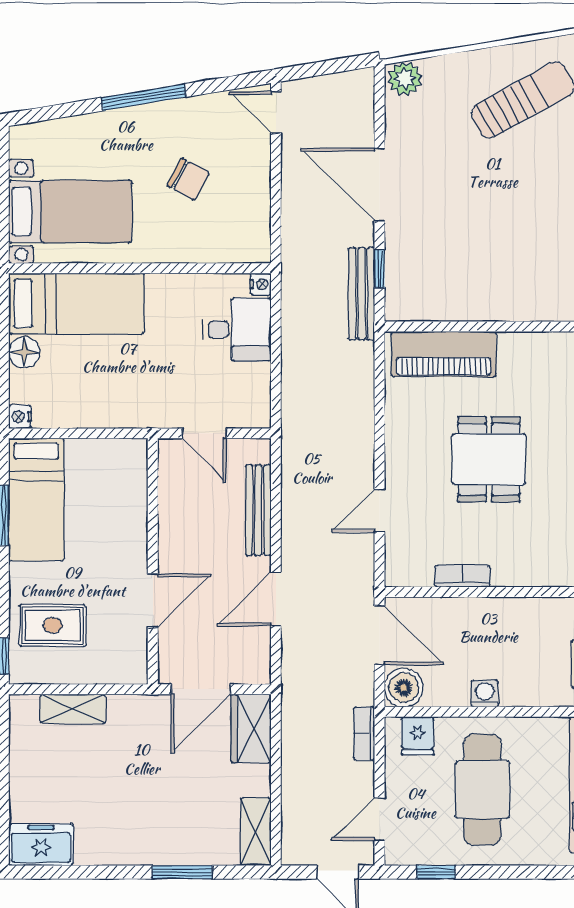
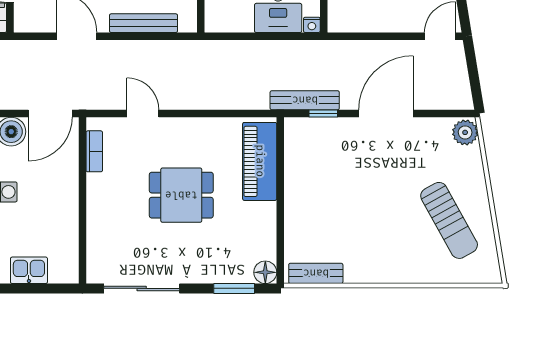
bookcase: (462, 576) -> (94, 151), moved

